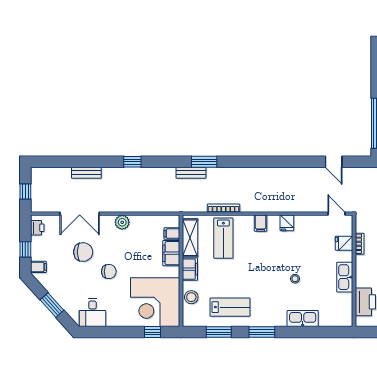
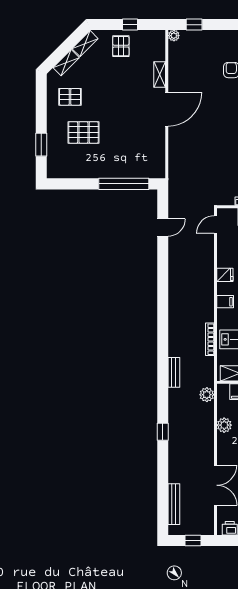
window: (204, 162) -> (163, 359), removed
bench: (86, 173) -> (174, 504), moved, width x1.36
plant: (169, 205) -> (207, 395), added
plant: (122, 222) -> (224, 425), moved

